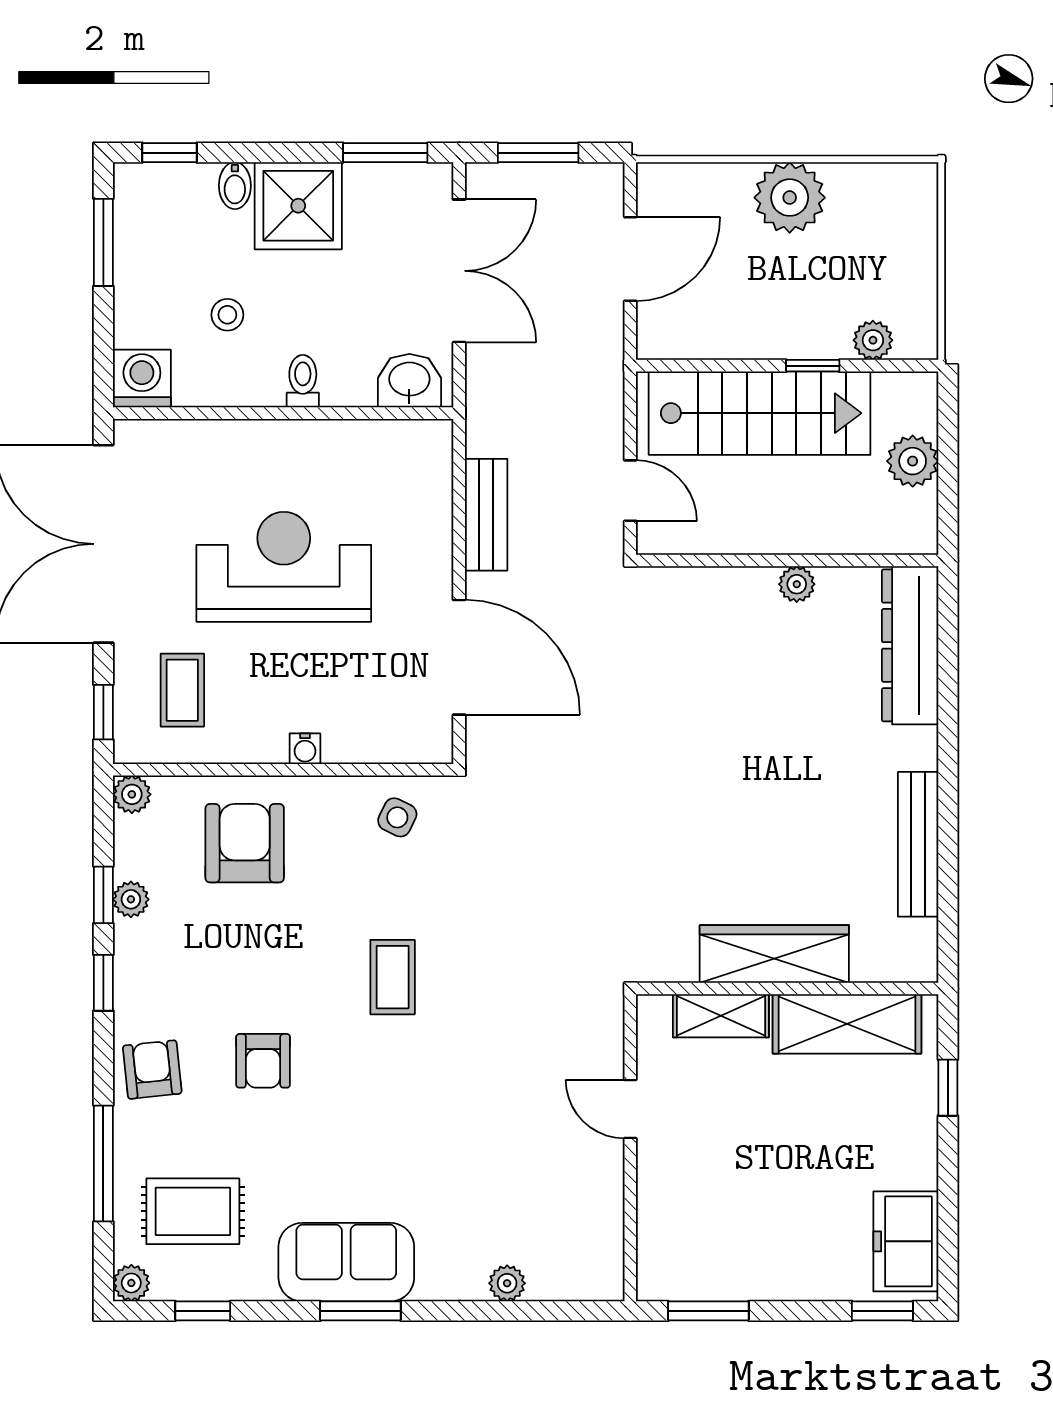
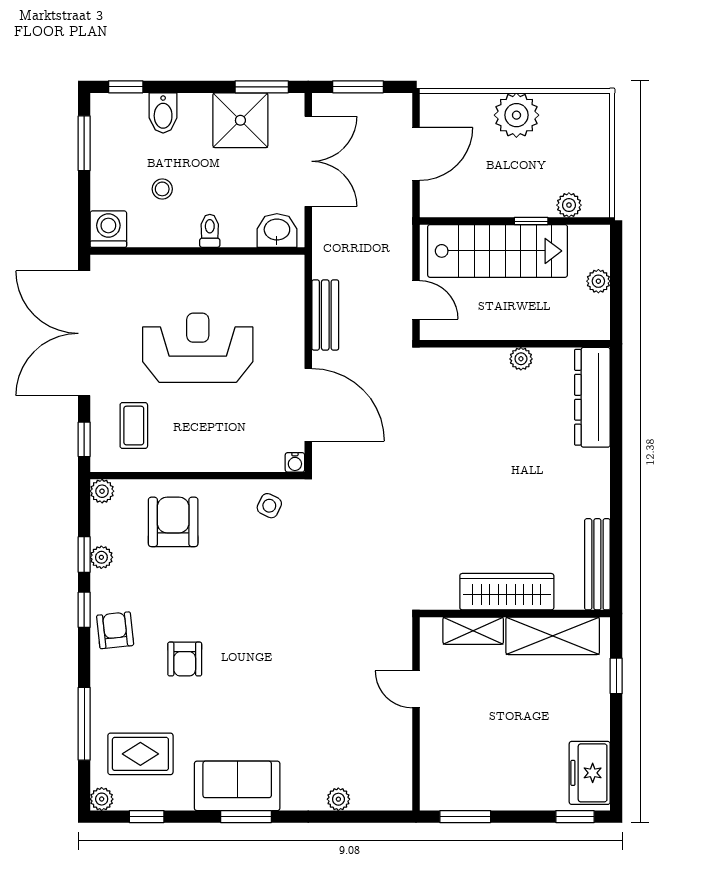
bidet: (235, 186) -> (163, 113), width x1.38, depth x1.36
shower: (298, 206) -> (240, 120), moved
plant: (913, 461) -> (598, 281), width x0.73, depth x0.73
water cooler: (305, 749) -> (295, 462), moved
bench: (918, 844) -> (597, 564), moved
coffee table: (393, 977) -> (266, 606), removed
armchair: (152, 1070) -> (115, 630), moved

